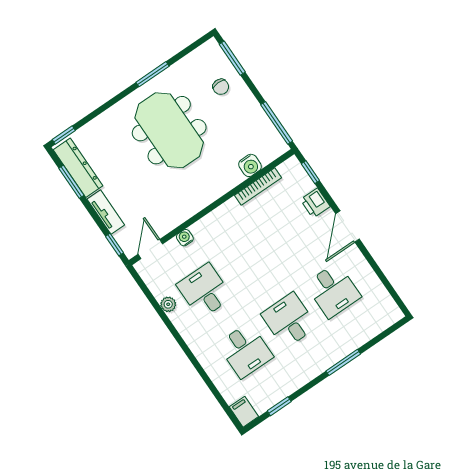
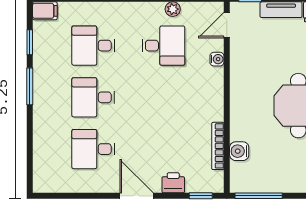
door: (150, 249) -> (227, 25), swing flipped
desk: (289, 320) -> (93, 97), turned 180
window: (343, 362) -> (30, 86), moved

